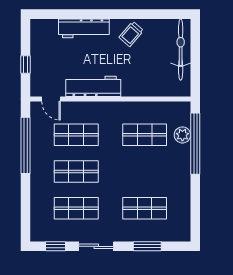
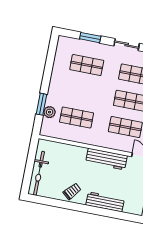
window: (195, 144) -> (42, 104), width x0.47

